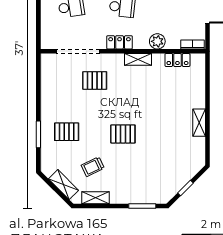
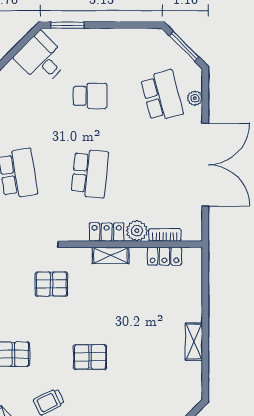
locker: (120, 42) -> (107, 232), moved
bookcase: (192, 44) -> (165, 235), moved

